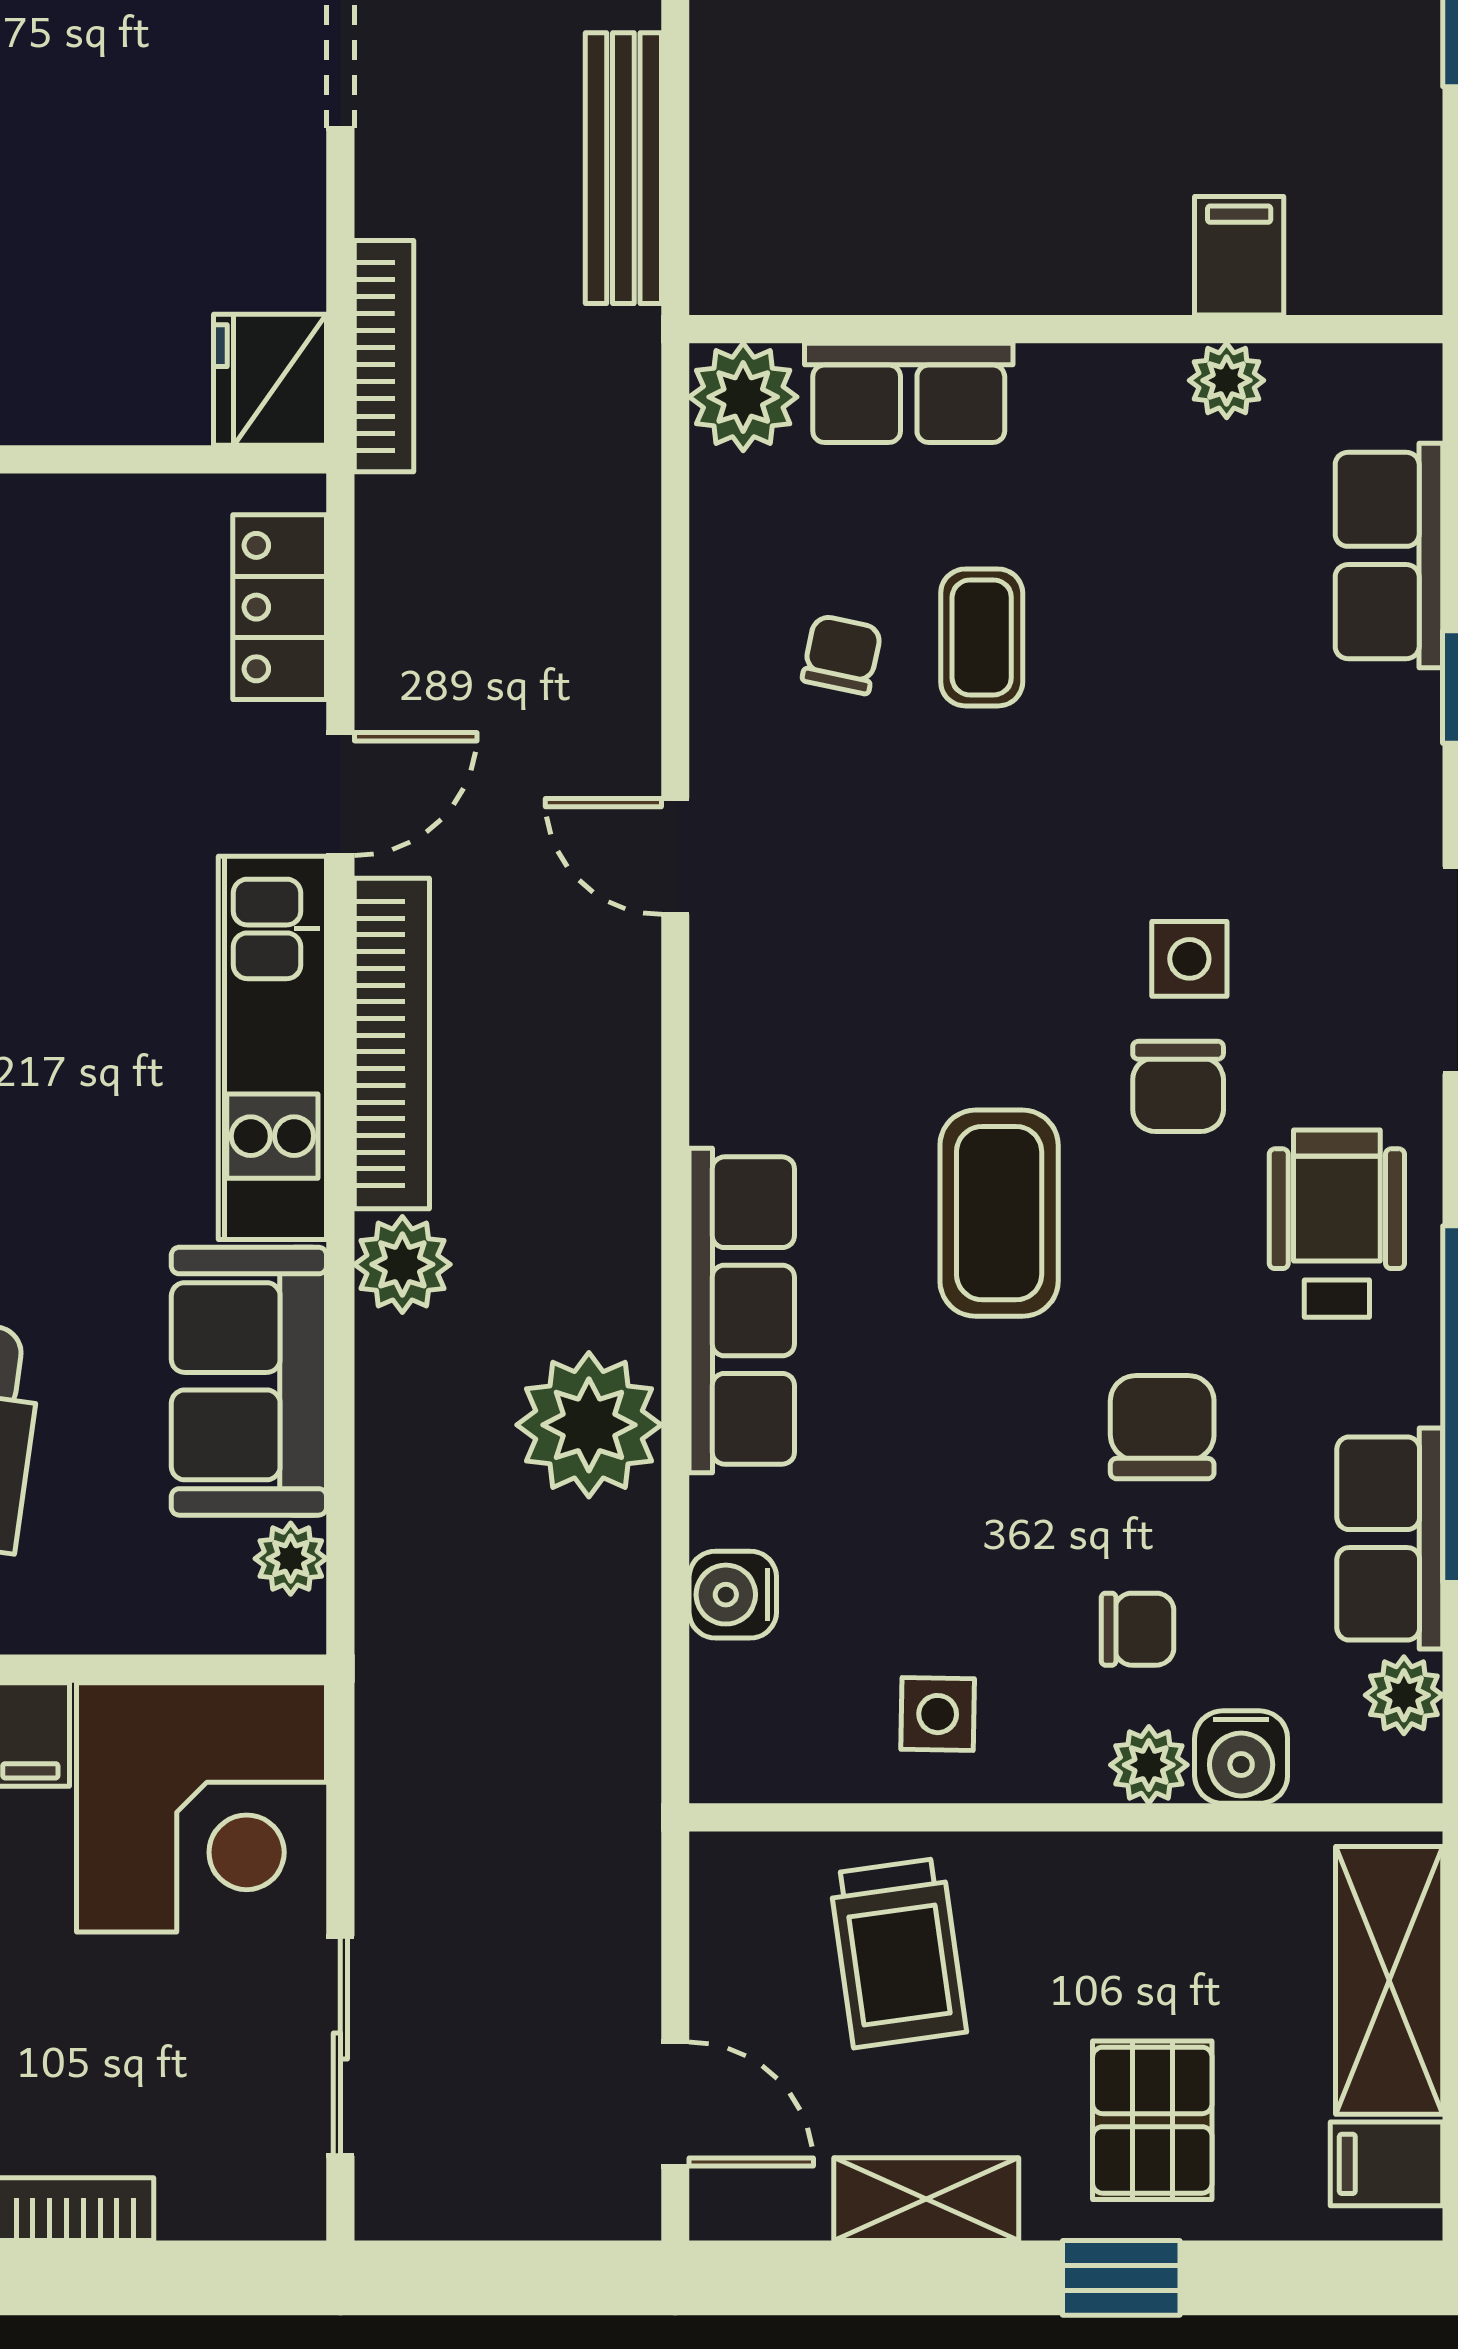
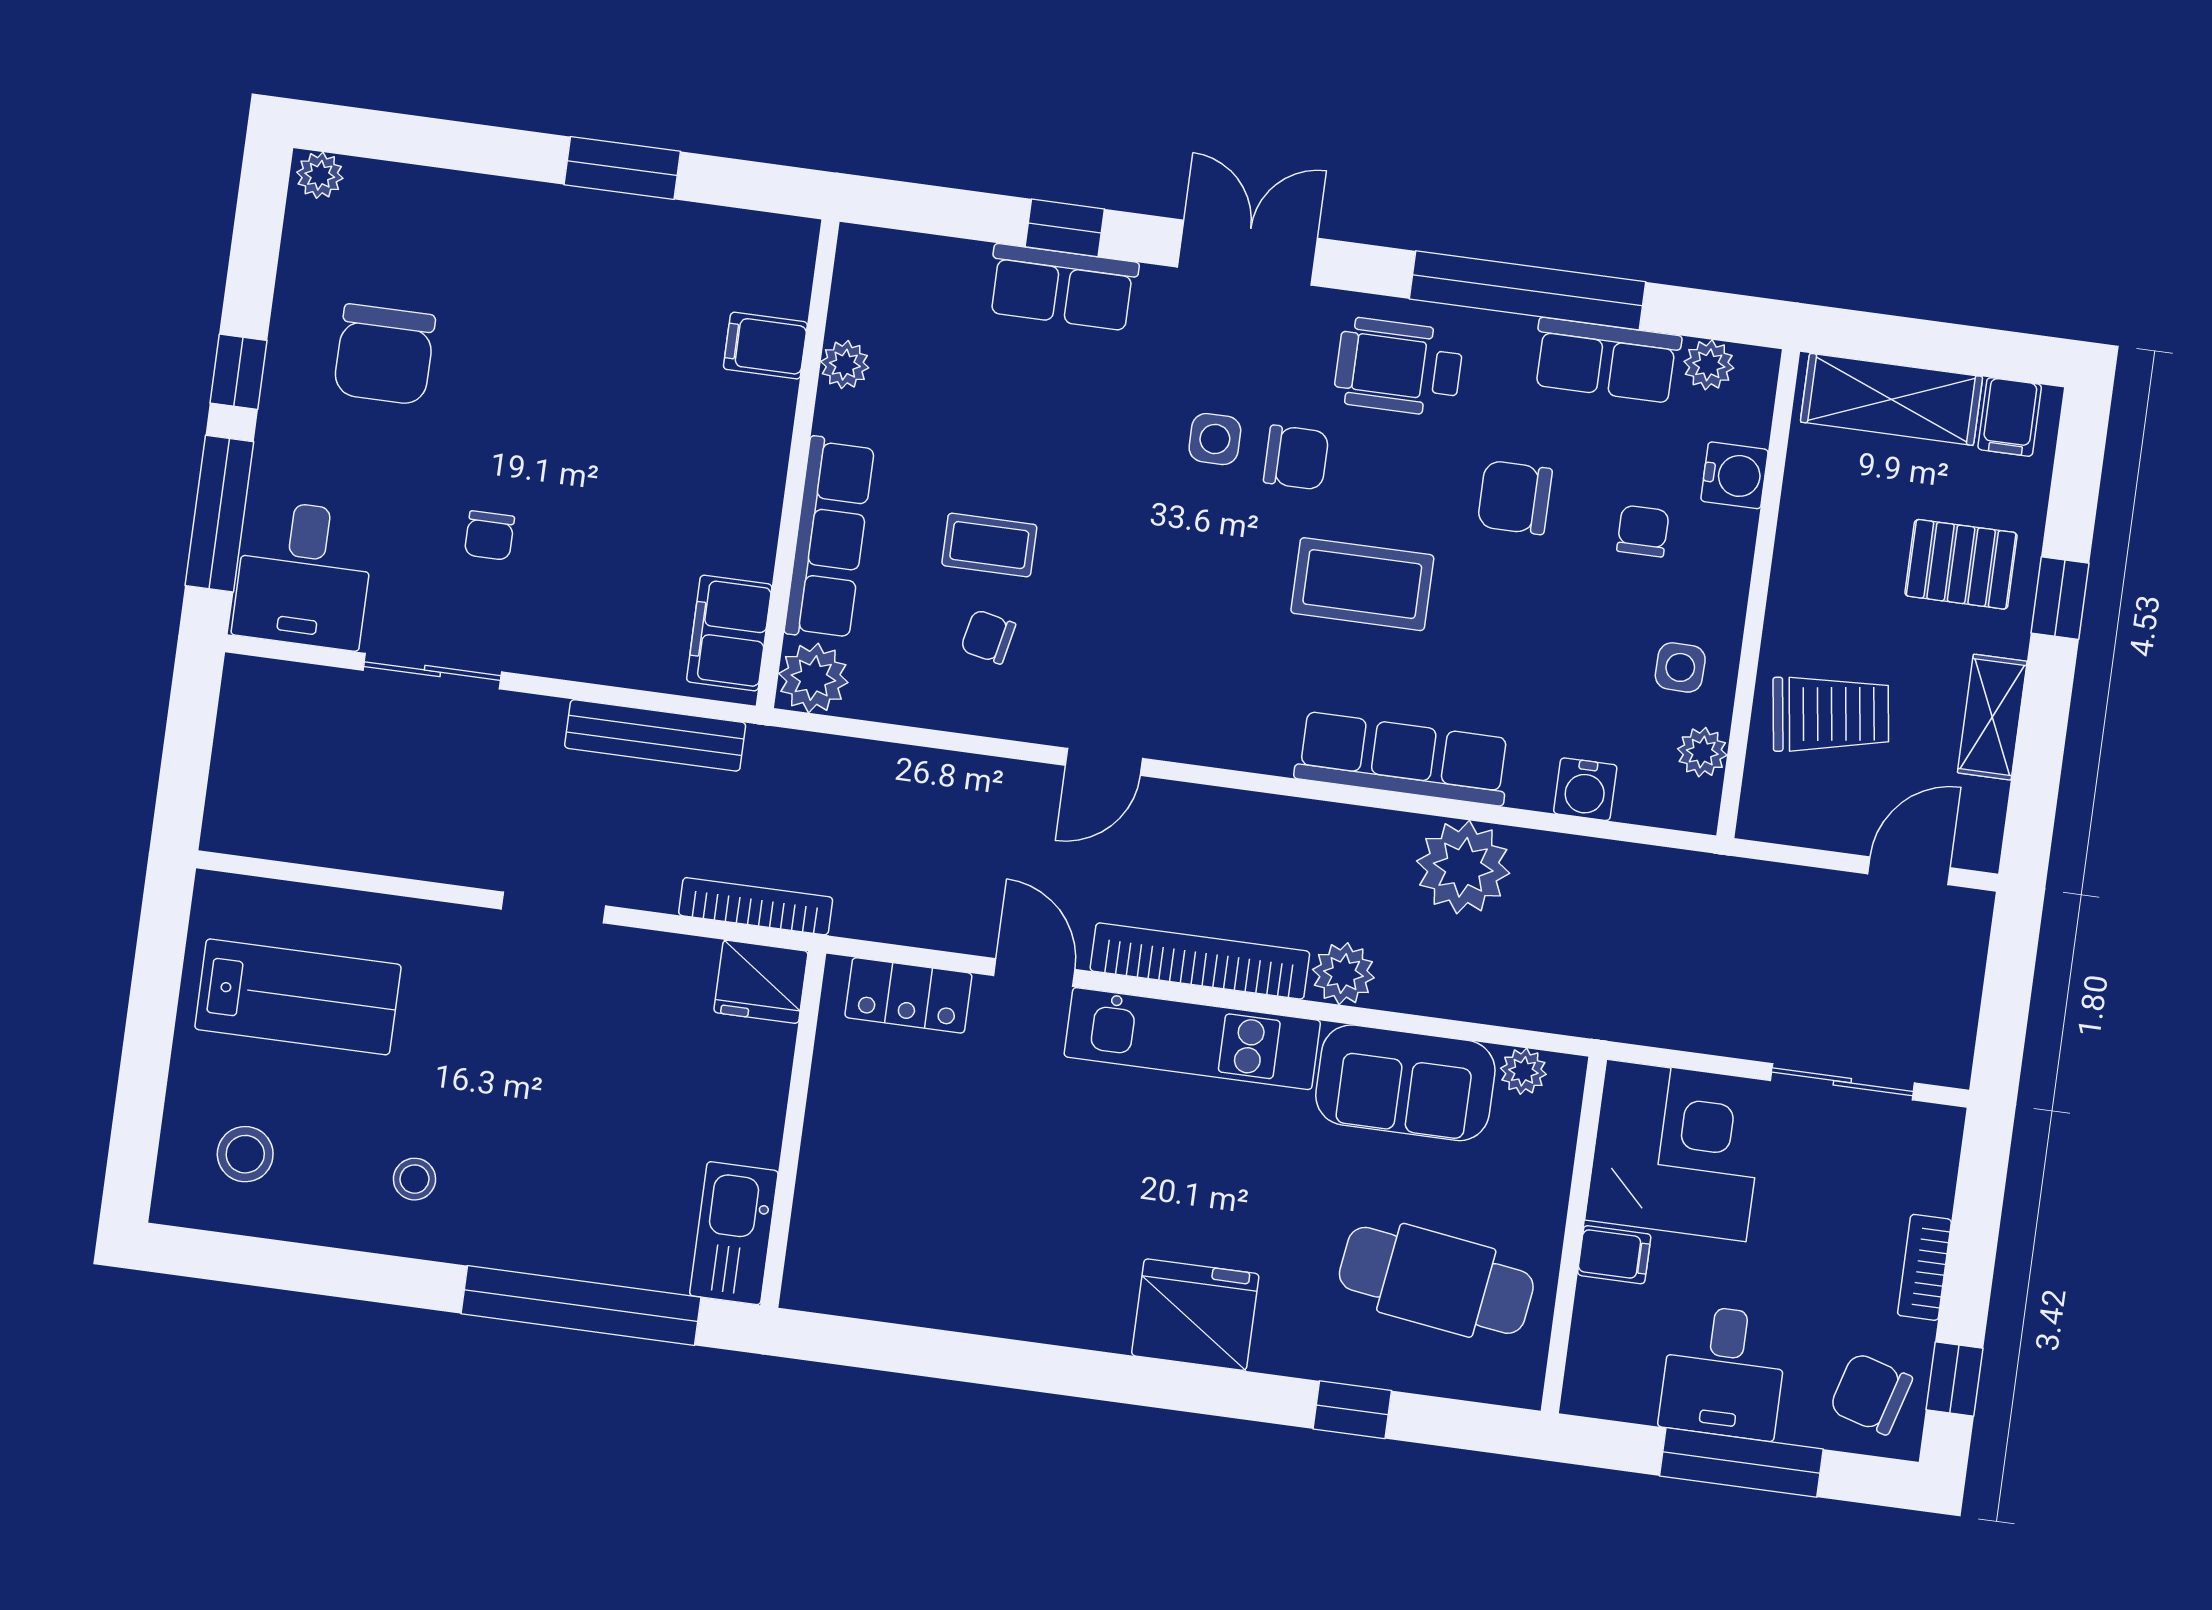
filing cabinet: (794, 260) -> (729, 633), added
row of seats: (909, 393) -> (829, 539), width x1.48
row of seats: (1389, 555) -> (1063, 287), moved
plant: (1149, 1765) -> (1702, 752), moved

